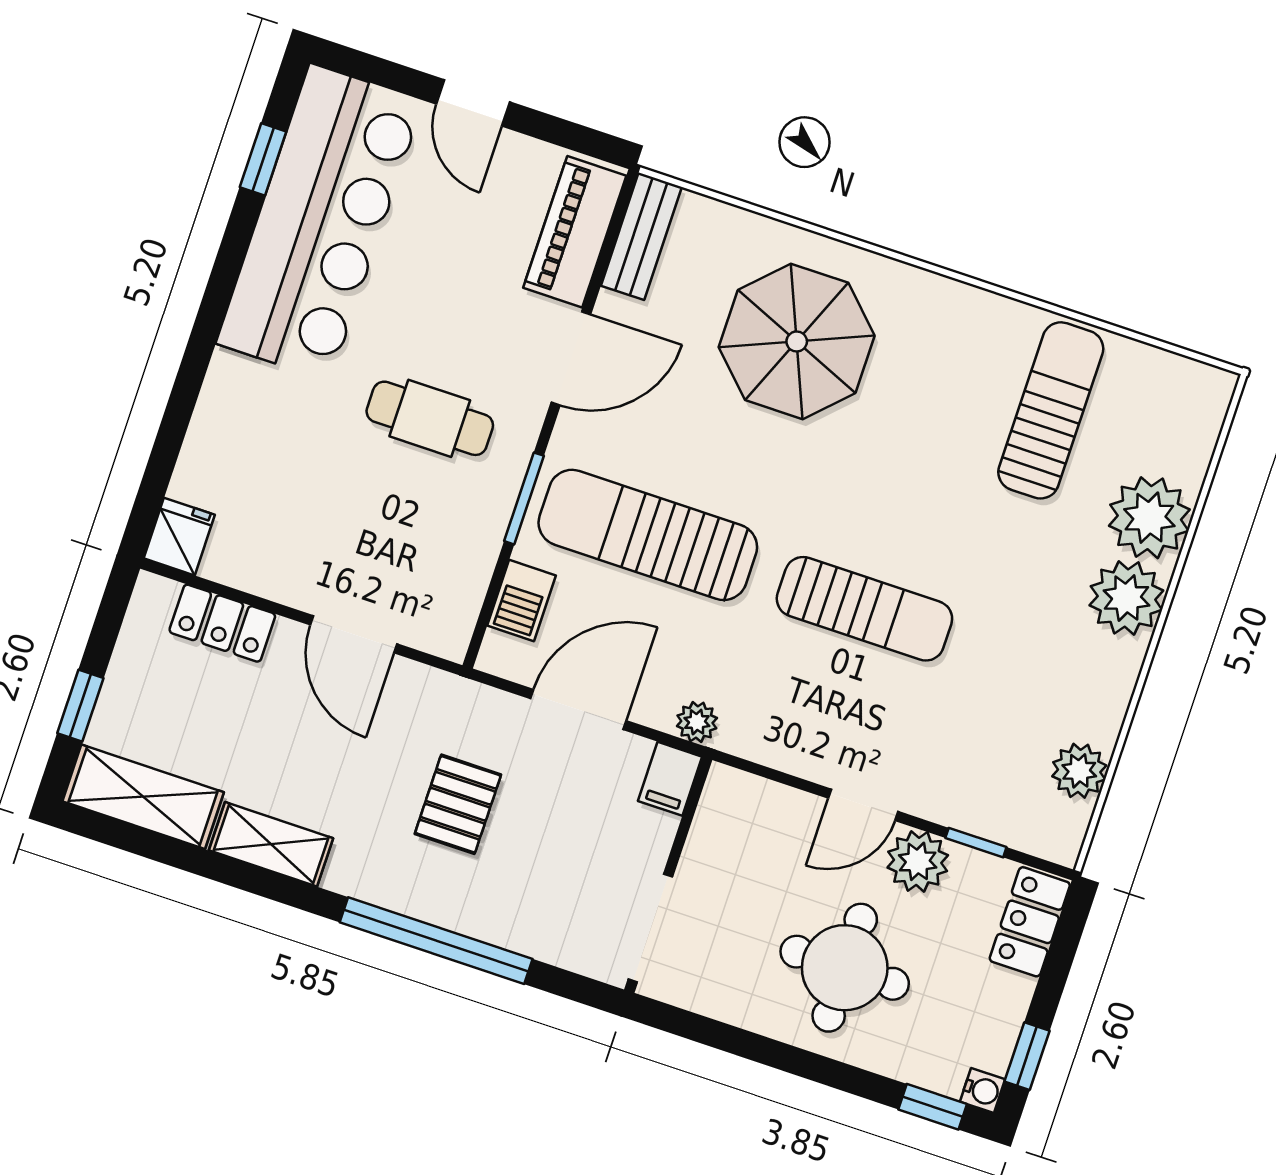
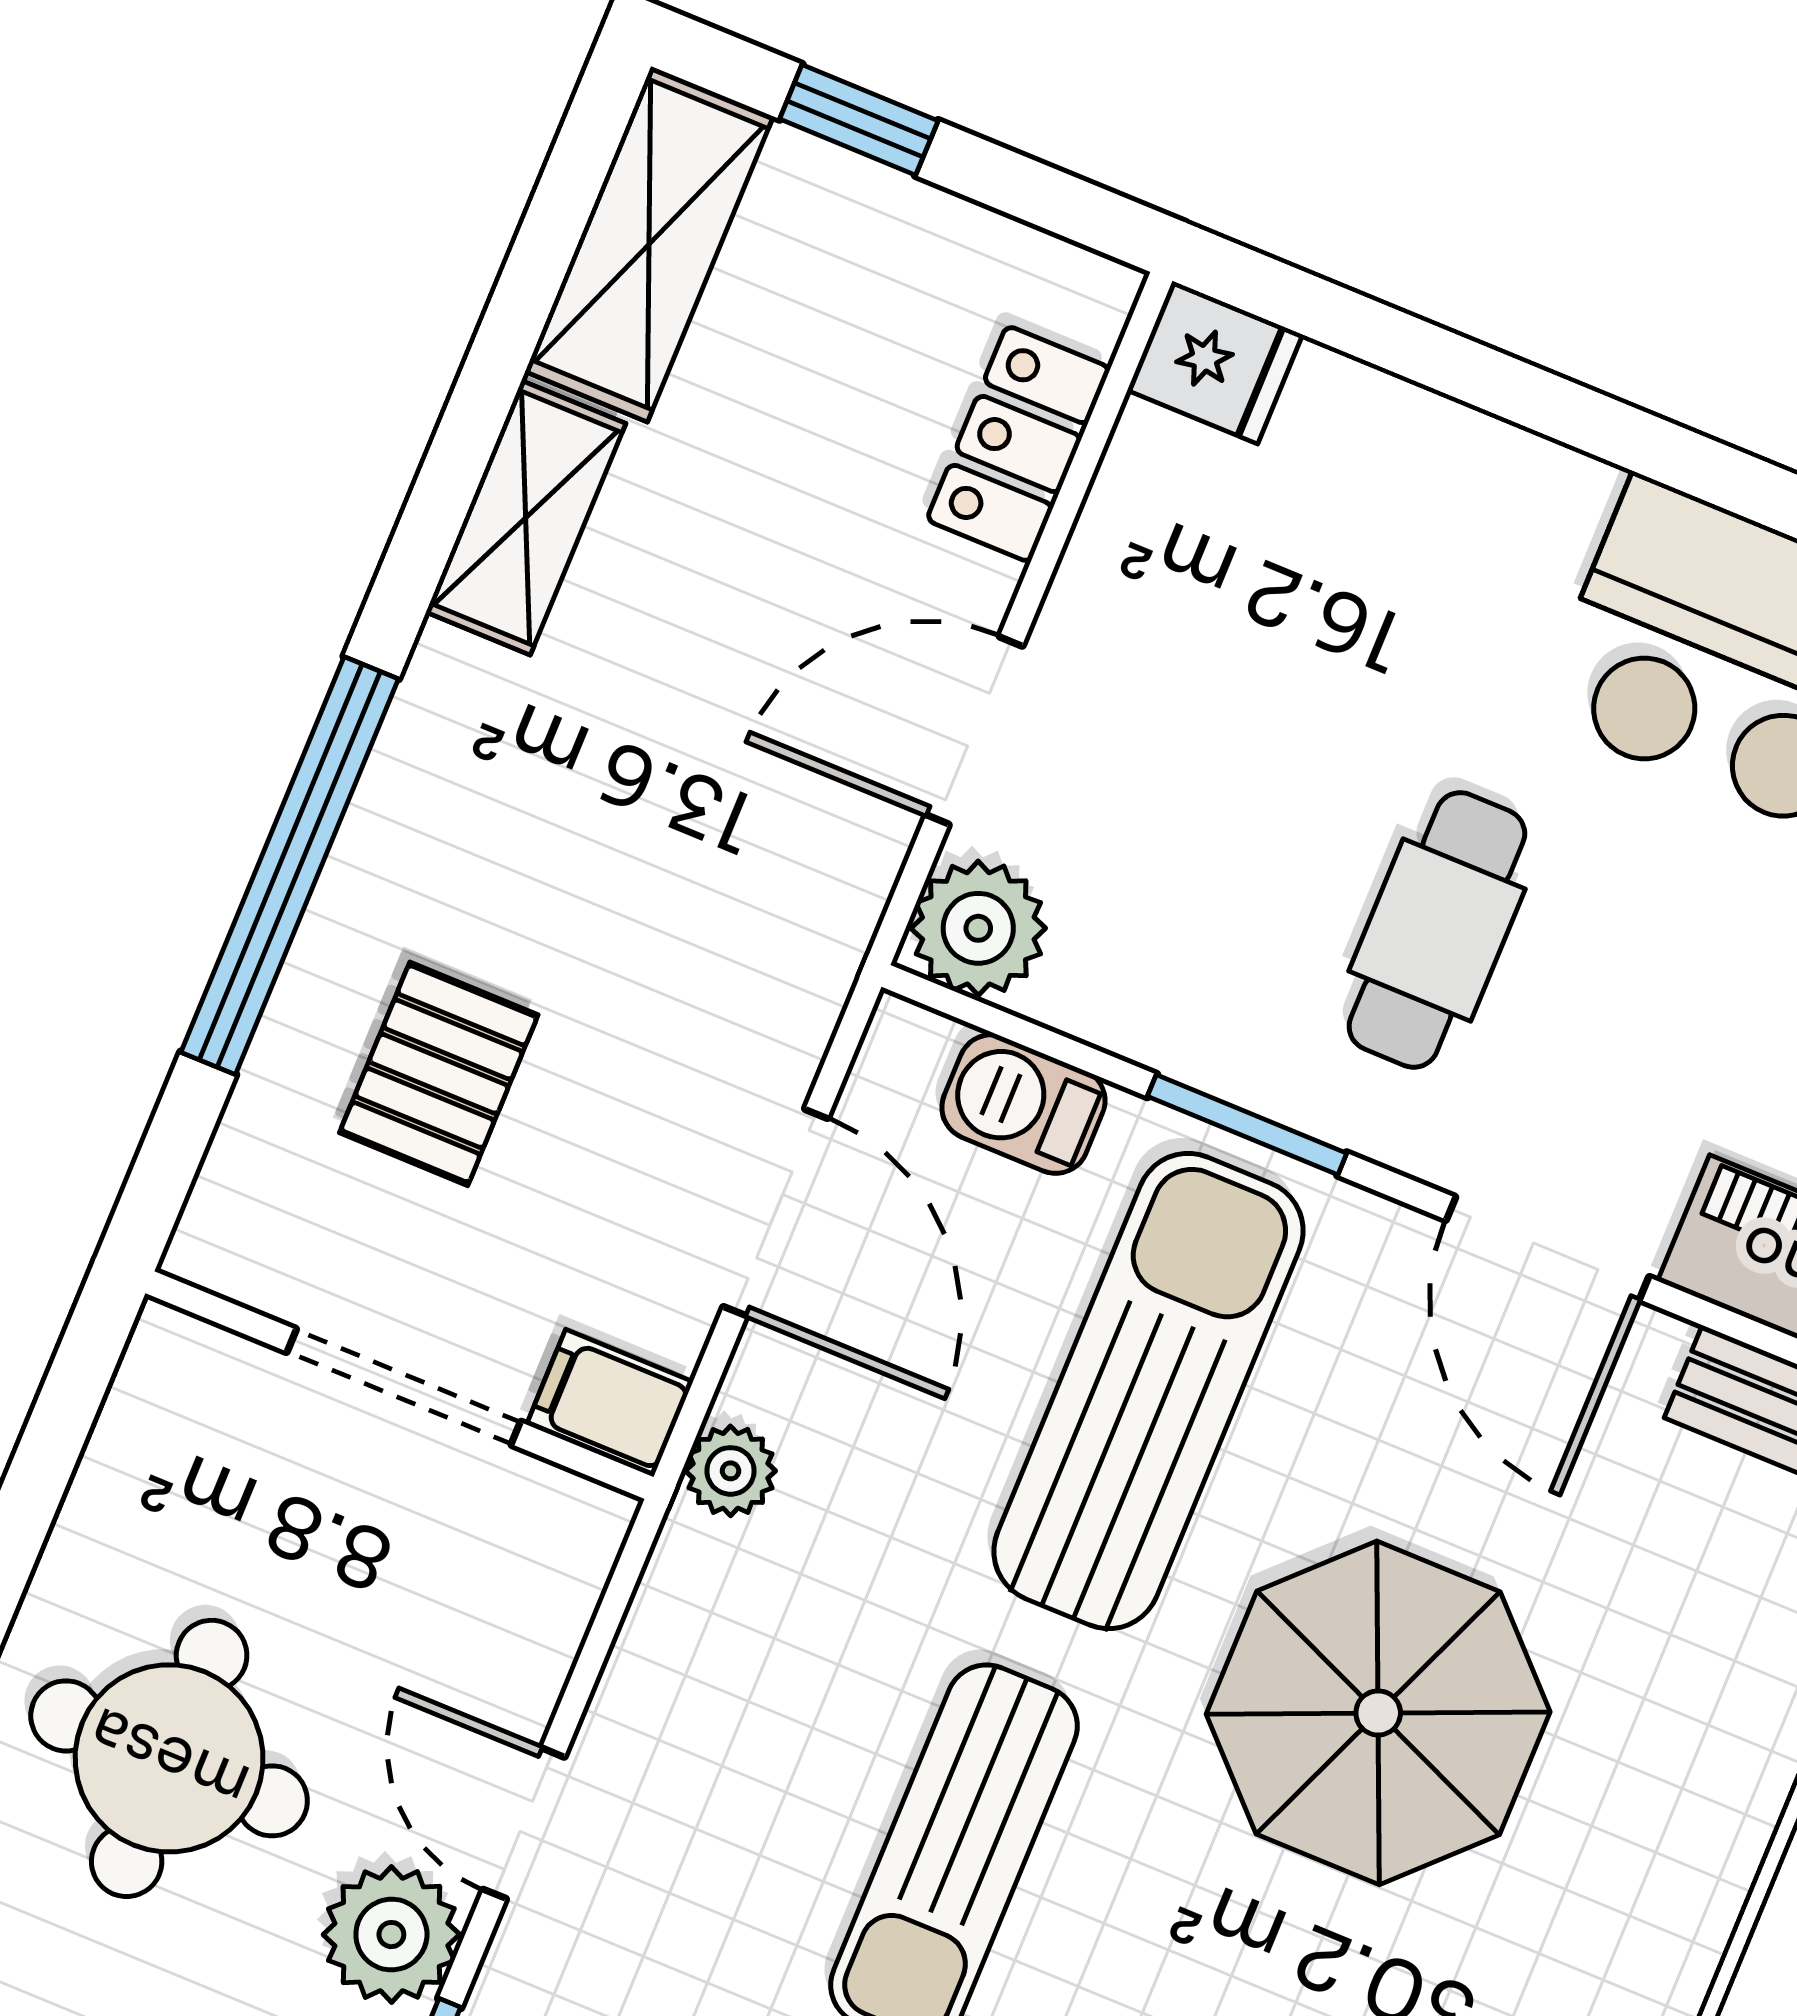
parasol: (797, 341) -> (1378, 1713), moved
plant: (443, 626) -> (978, 928), added
pallet: (458, 804) -> (439, 1074), moved, turned 90
doorway: (650, 928) -> (404, 1387), moved

